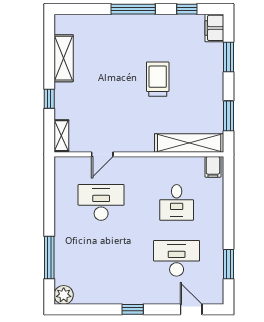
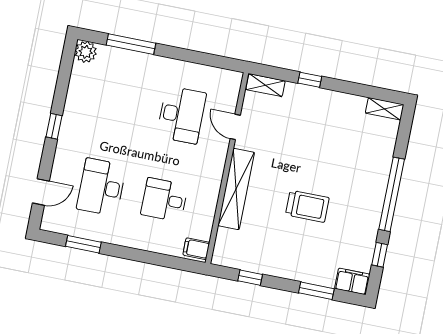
window: (133, 9) -> (392, 194), width x1.46
shelving: (64, 58) -> (385, 109), moved, width x0.67, depth x0.75
window: (228, 116) -> (250, 278), width x0.67
shelving: (189, 143) -> (236, 189), moved
desk: (177, 258) -> (102, 187), turned 180

